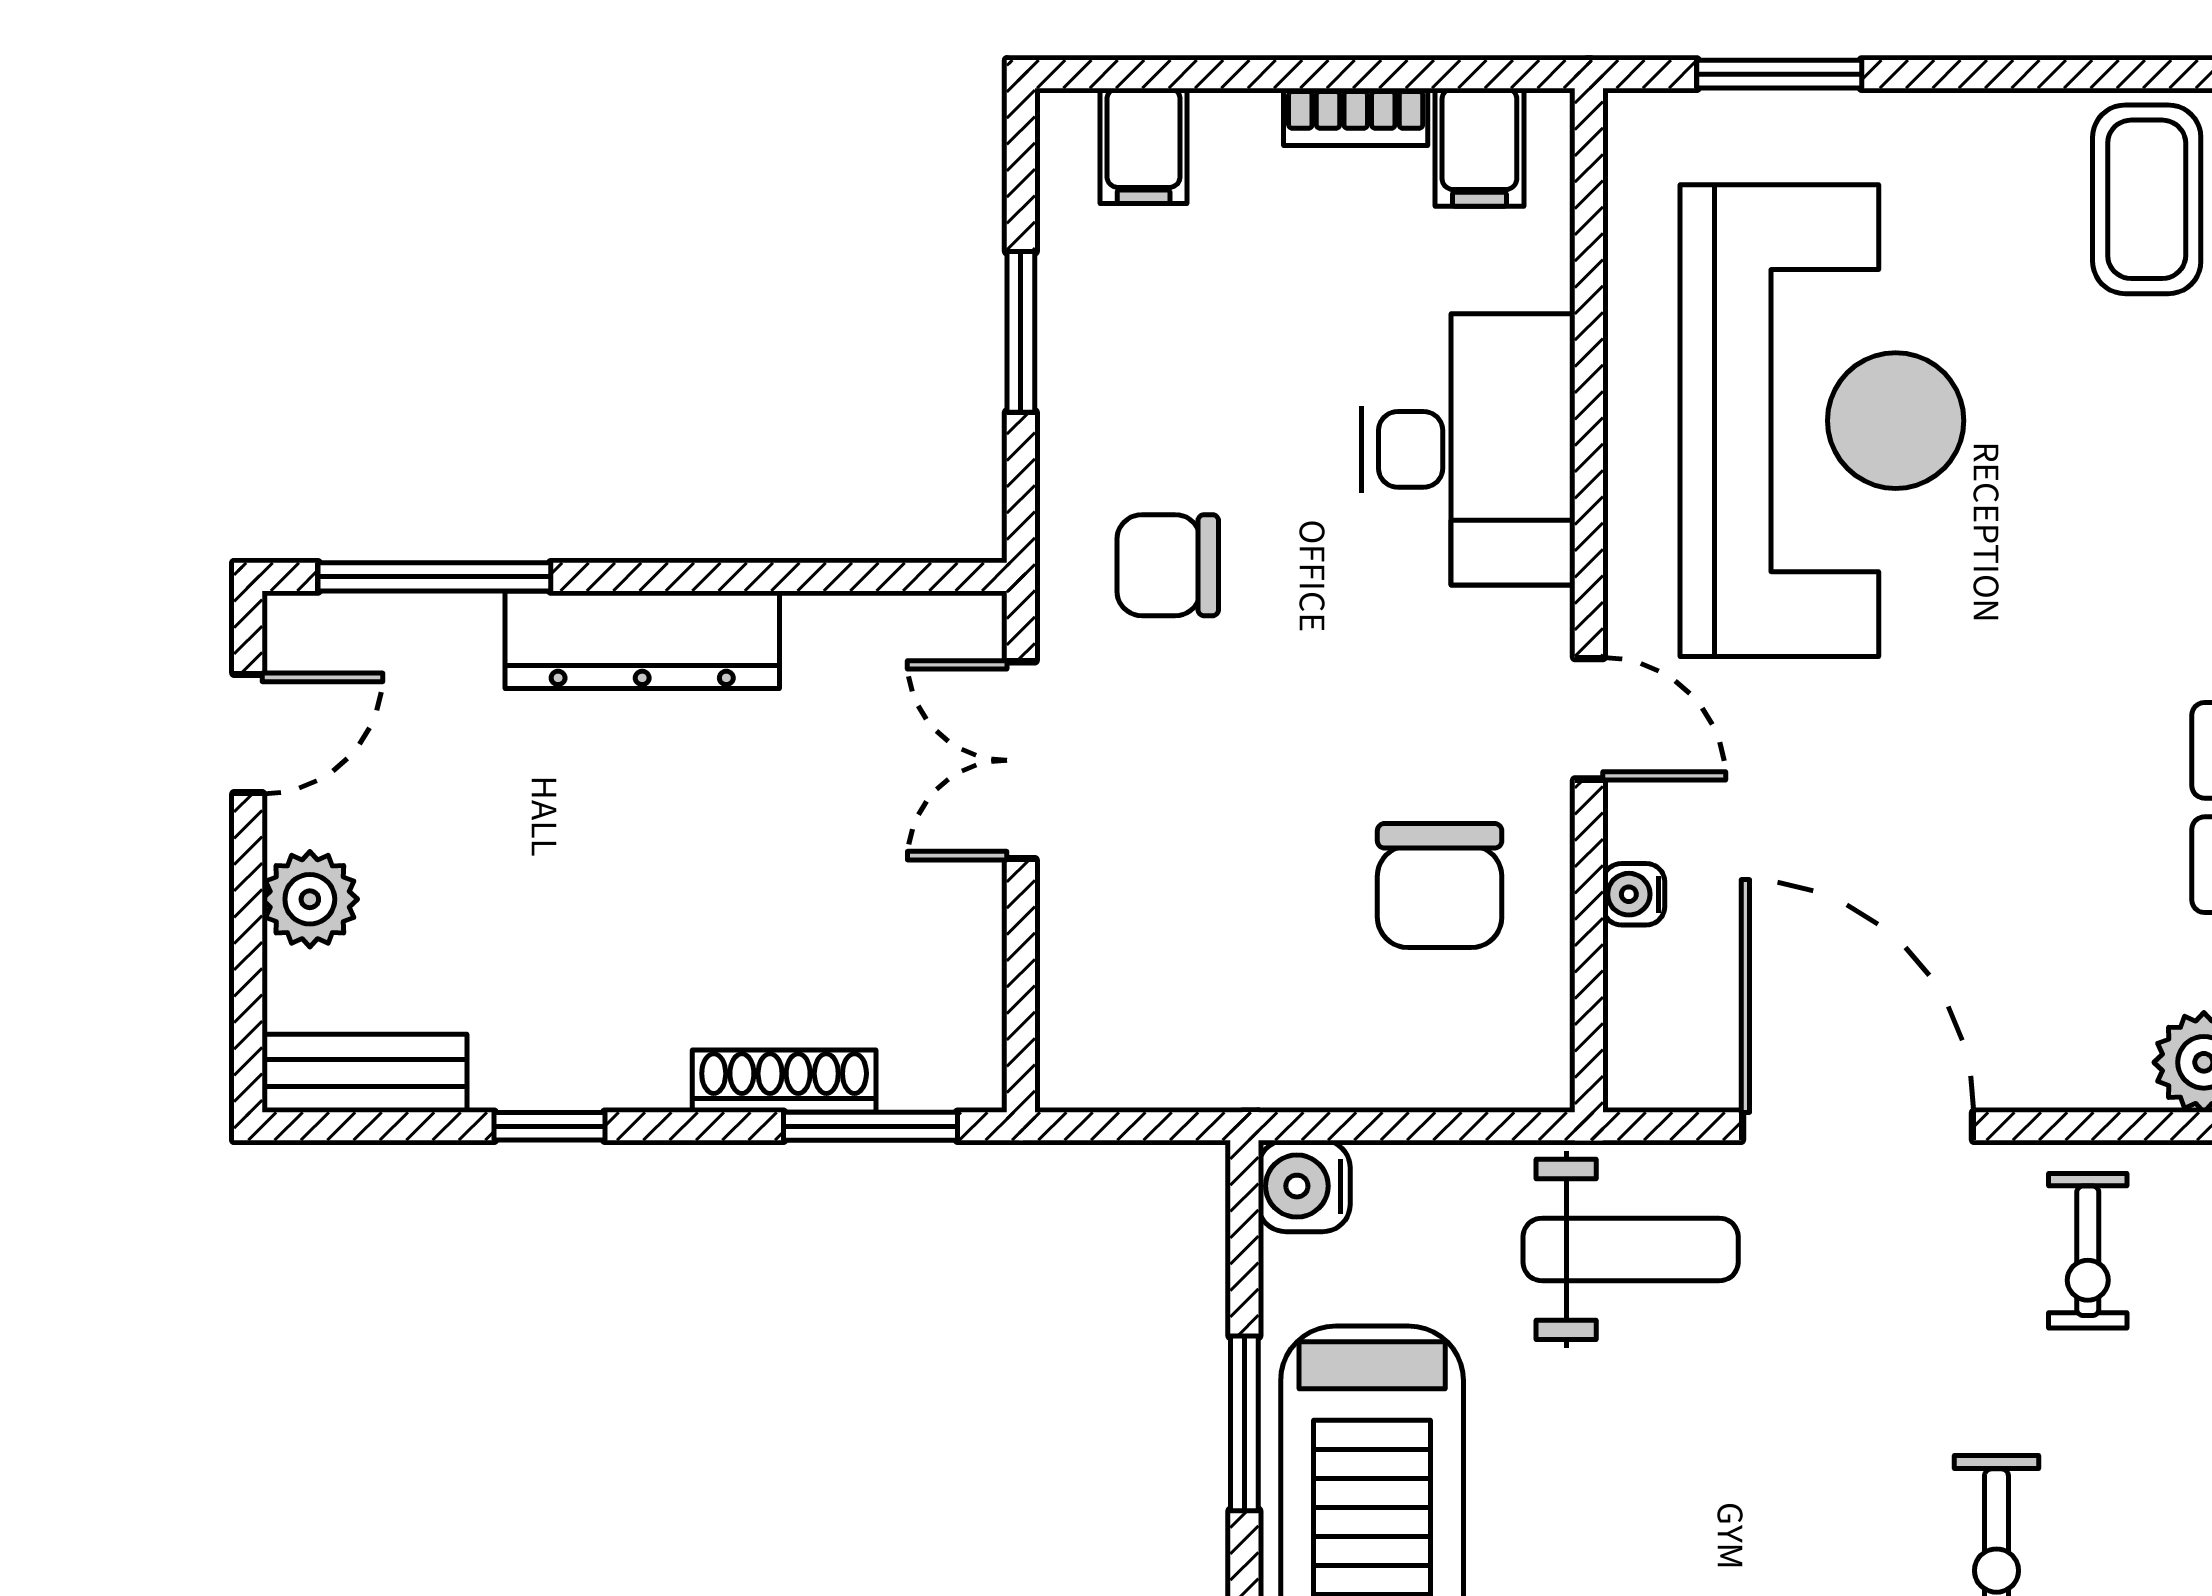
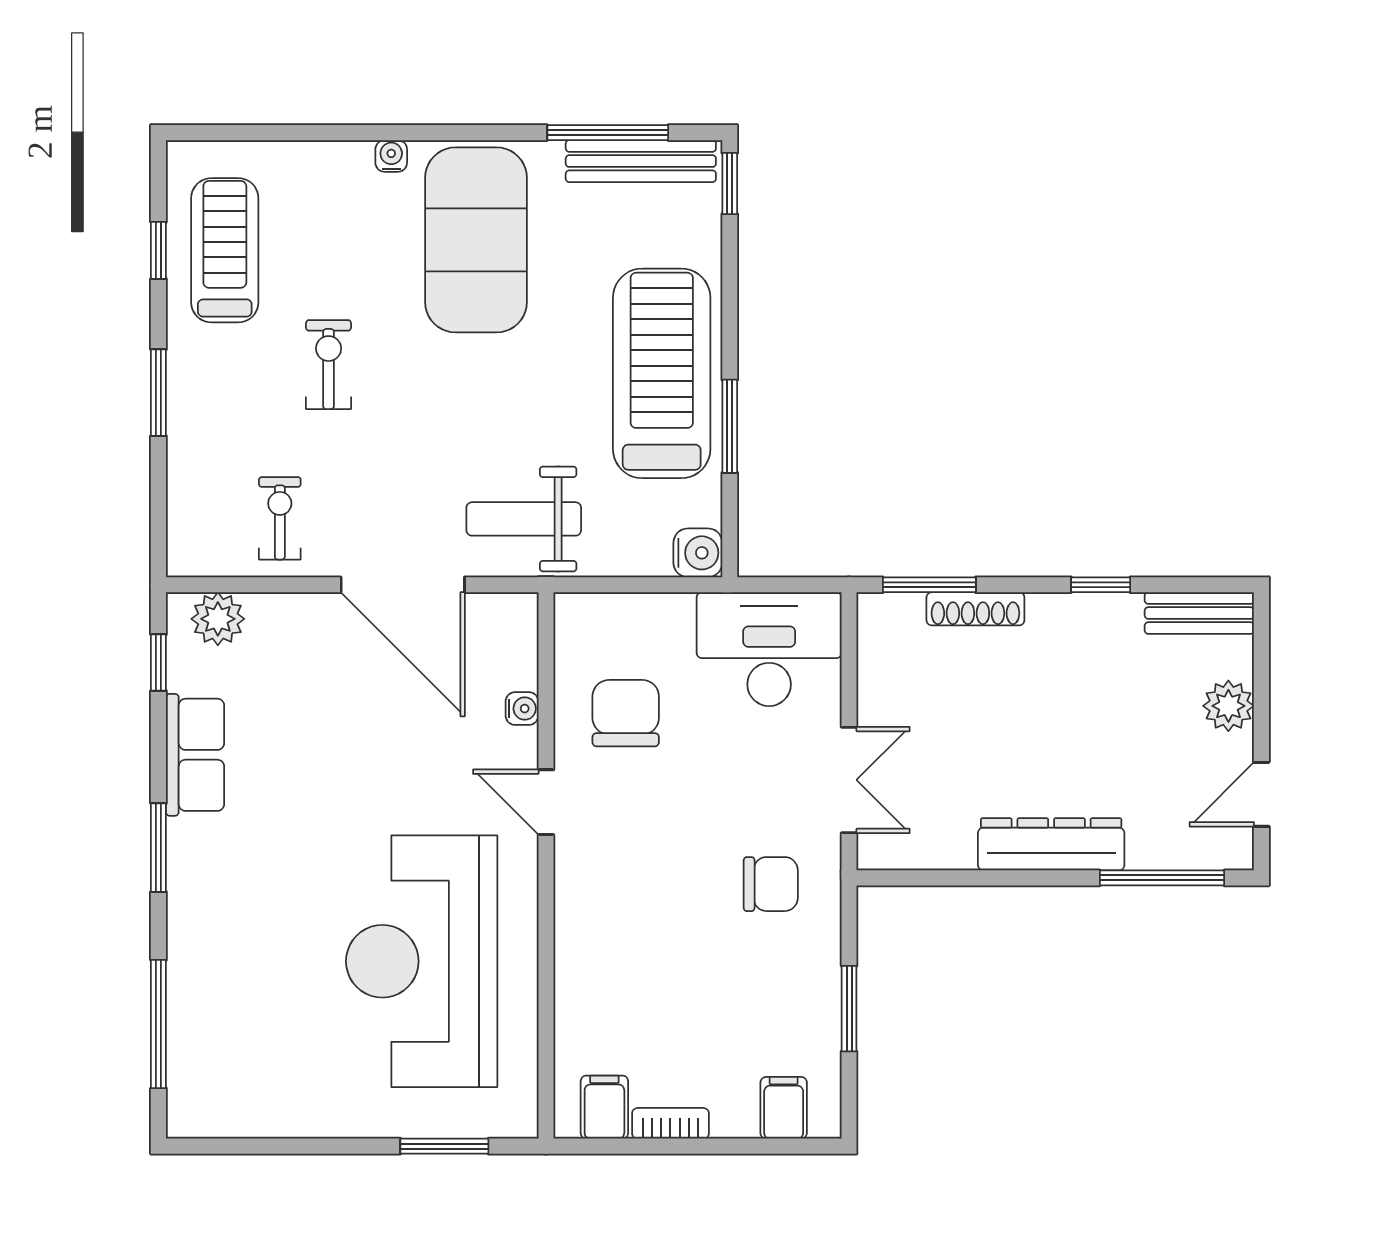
coffee table: (2147, 199) -> (248, 1079), removed
desk: (1468, 449) -> (769, 649), moved, turned 90

